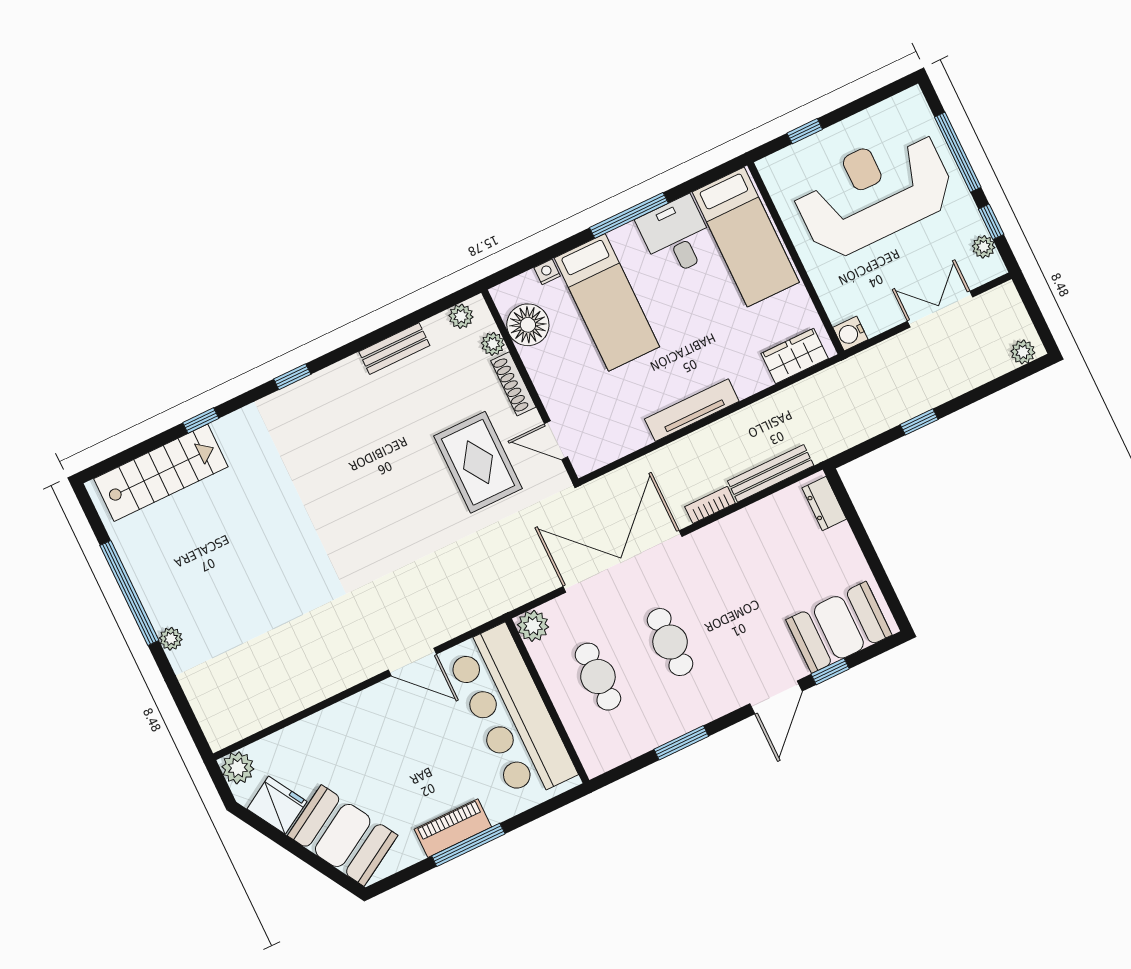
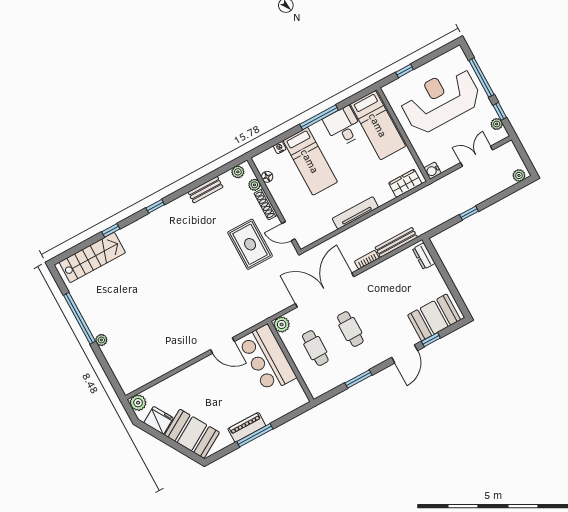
floor lamp: (528, 325) -> (267, 177), width x0.53, depth x0.53
bar counter: (511, 713) -> (267, 359), width x0.73

